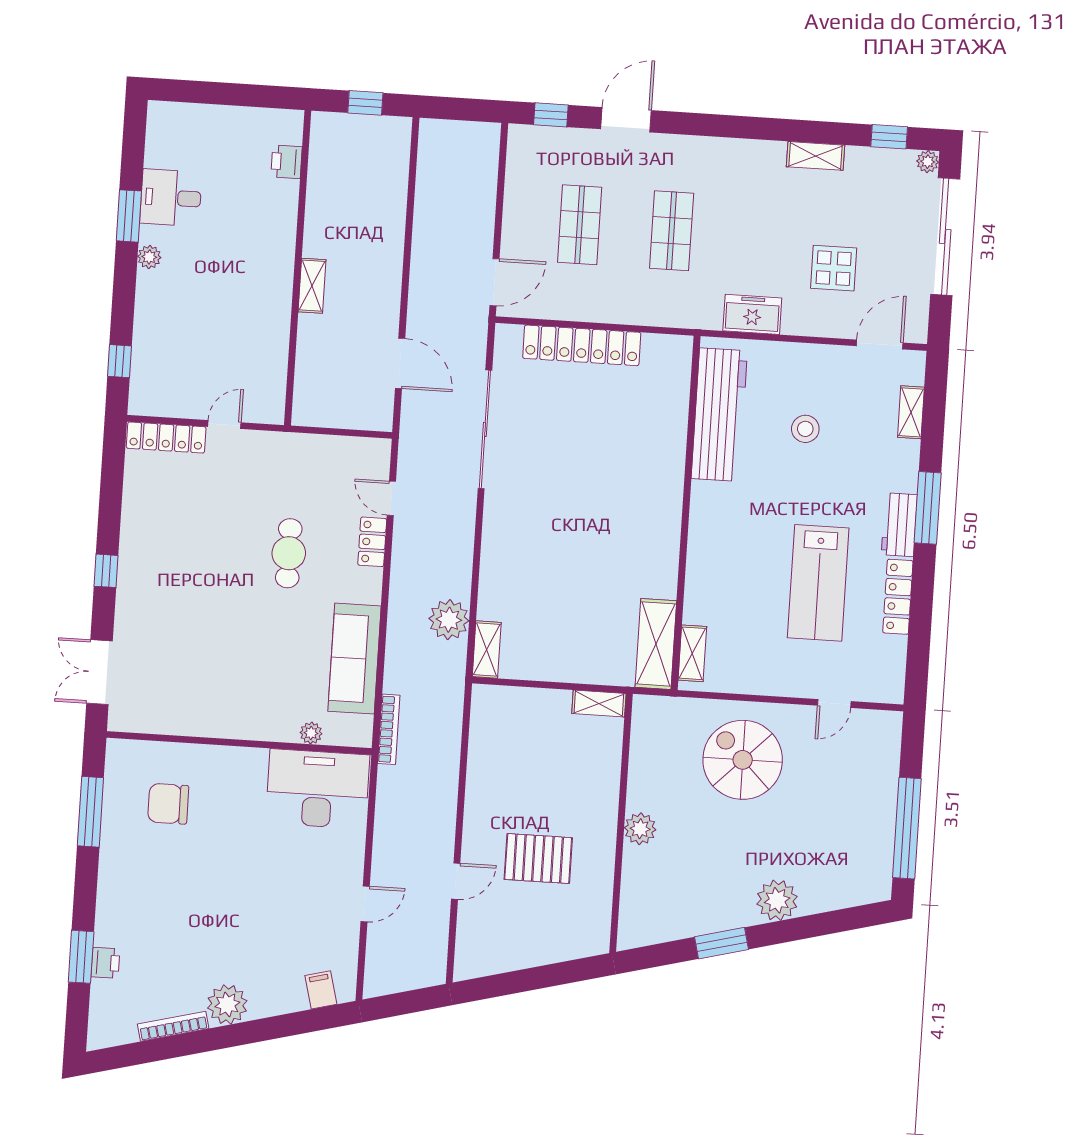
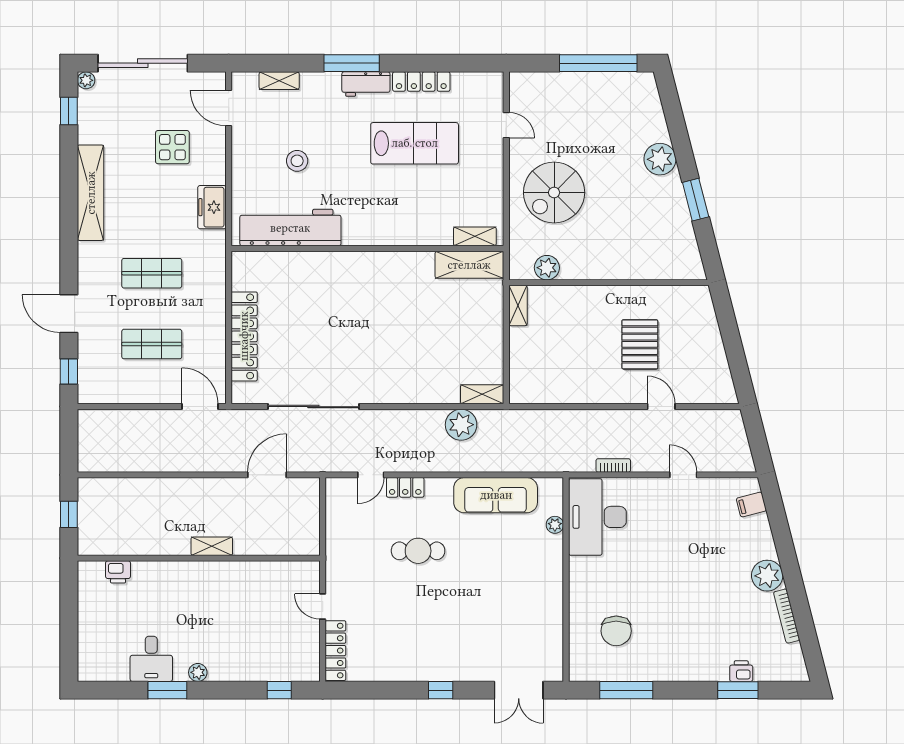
shelving: (816, 156) -> (91, 193), width x2.20, depth x1.33
bookcase: (389, 729) -> (613, 465), moved, width x0.64
plant: (640, 829) -> (547, 268), moved

